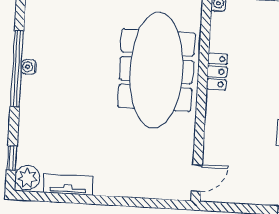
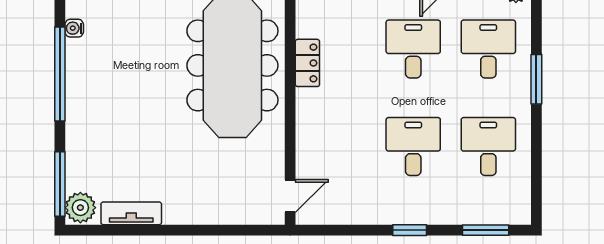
water cooler: (29, 67) -> (74, 28), moved
window: (12, 158) -> (60, 184), width x2.17

